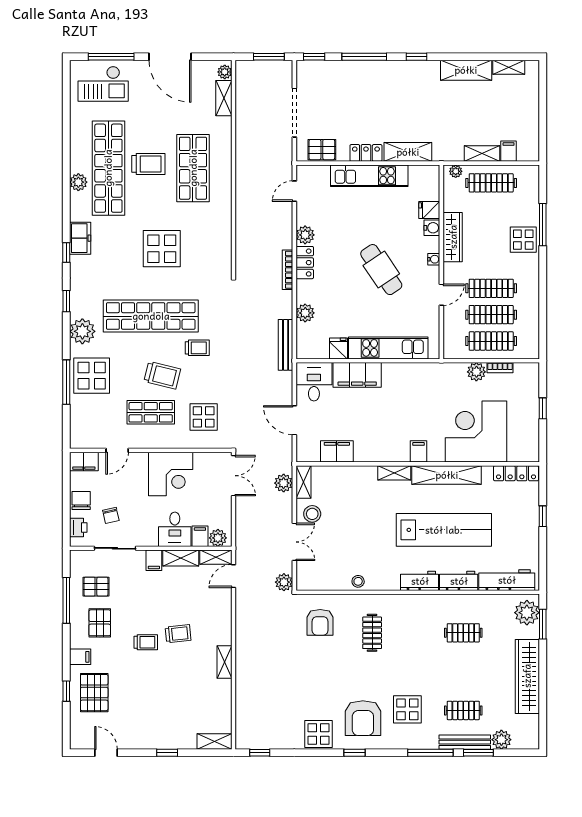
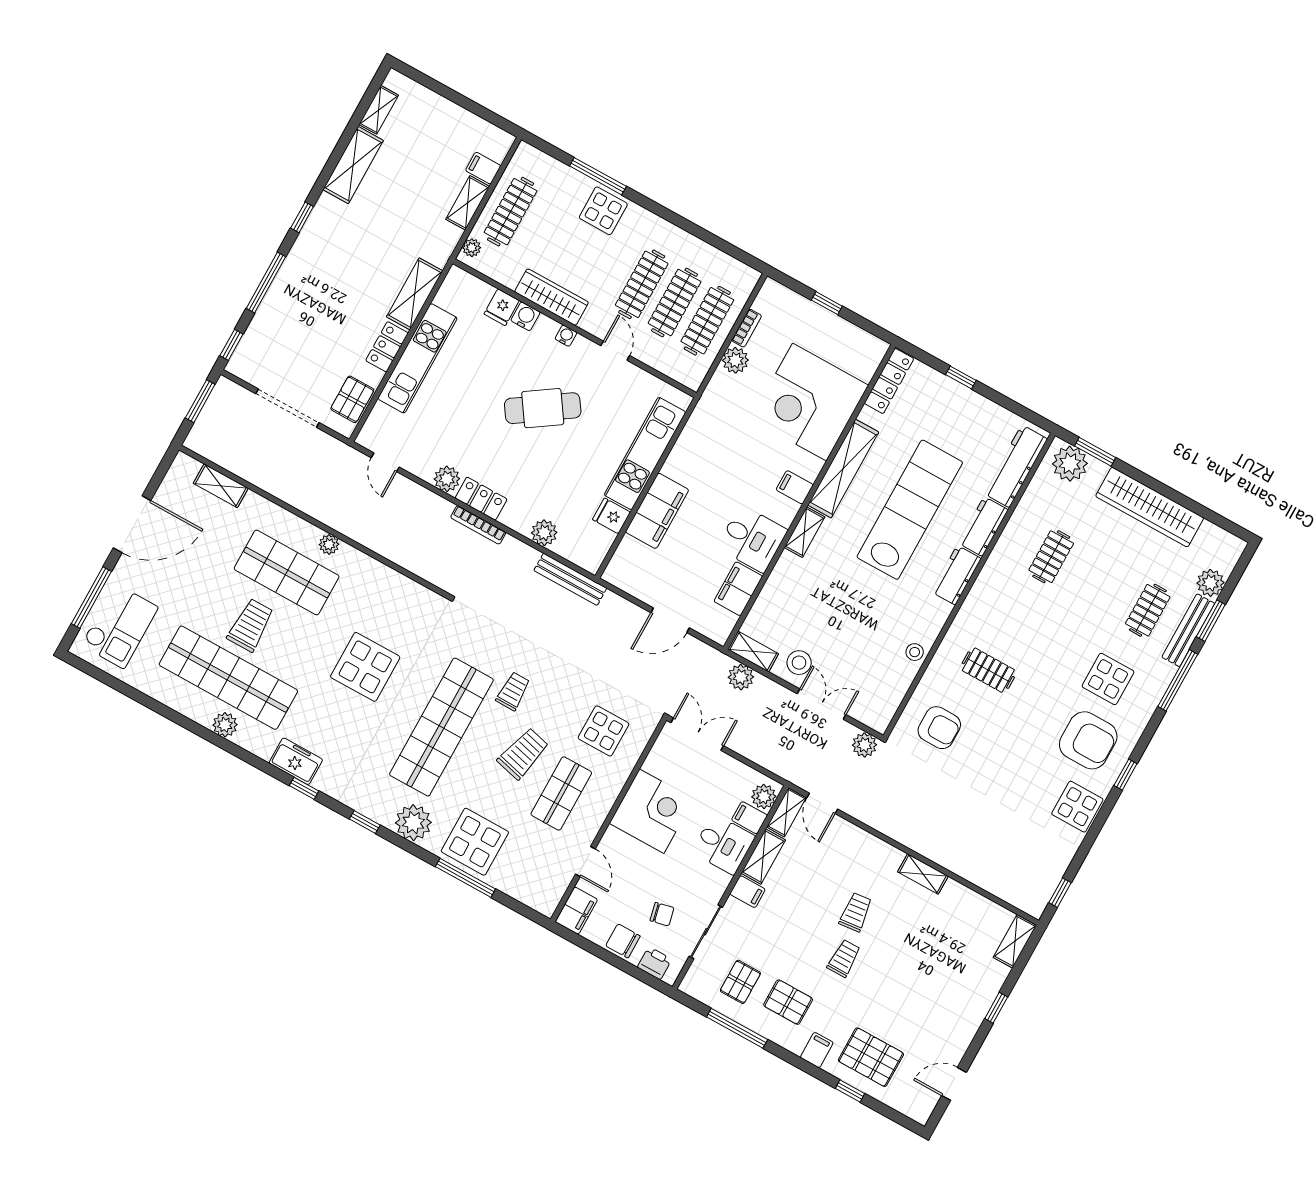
plant: (225, 72) -> (329, 544), moved
desk: (314, 382) -> (752, 539), moved, turned 180

